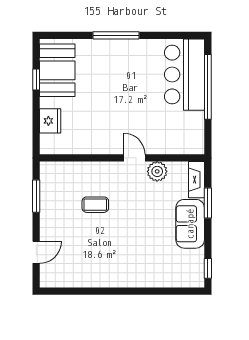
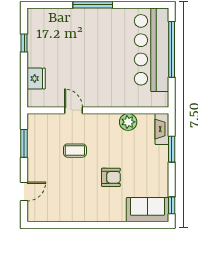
booth: (57, 70) -> (42, 35), removed
bar counter: (184, 75) -> (152, 50), width x1.36
door: (134, 158) -> (74, 110), moved
sofa: (190, 224) -> (148, 210), moved, turned 90
armchair: (137, 236) -> (111, 177), added

